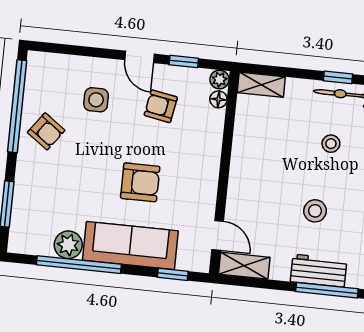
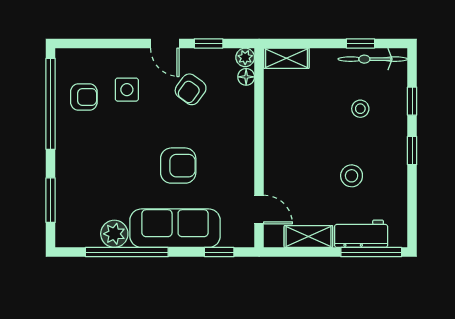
armchair: (161, 106) -> (191, 89), turned -64
armchair: (46, 131) -> (84, 97), moved, turned -36
shelving: (244, 266) -> (308, 236), moved

